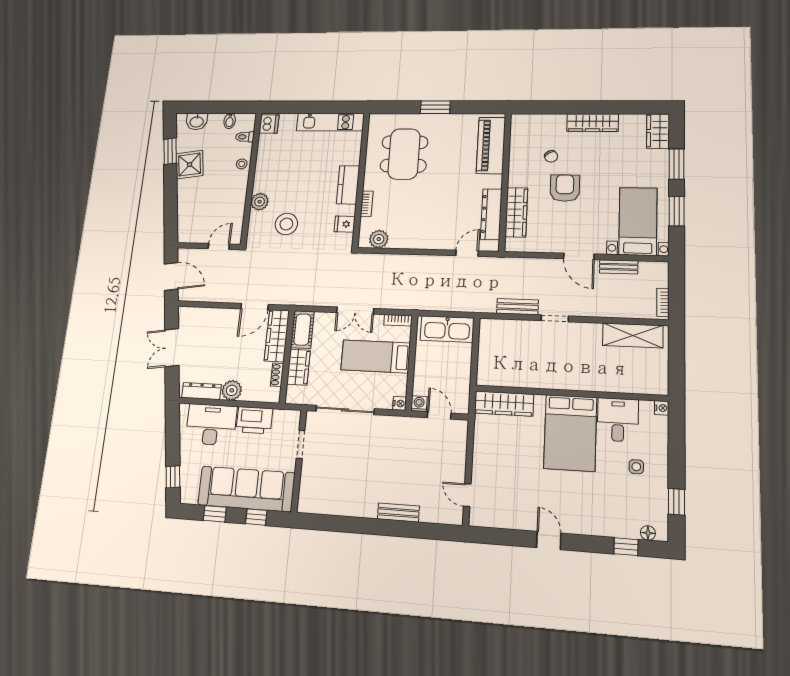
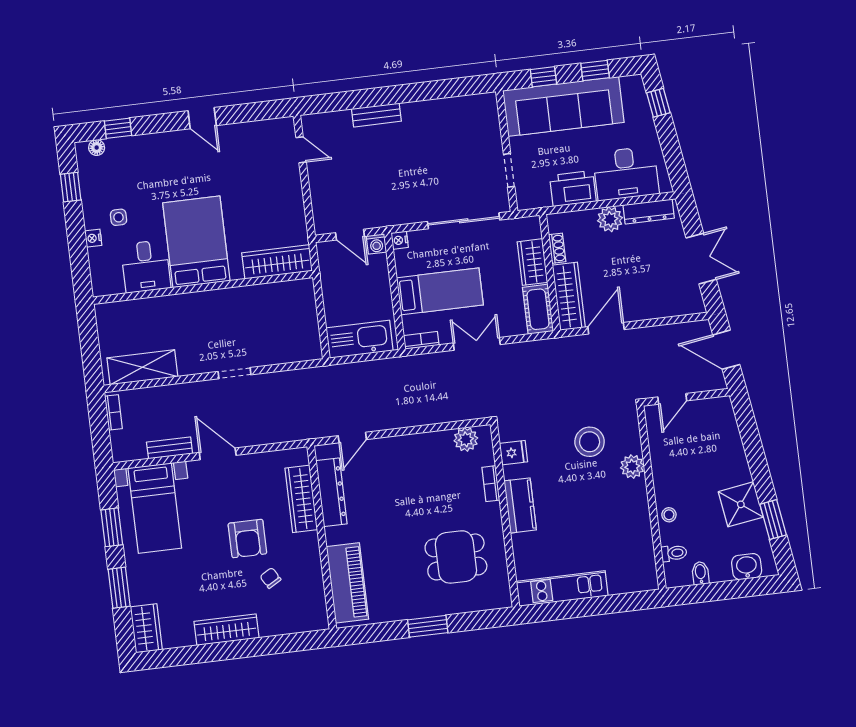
dishwasher: (269, 124) -> (645, 576), removed
dining table: (404, 154) -> (456, 557), width x0.73
bench: (517, 307) -> (280, 380), removed
nightstand: (662, 408) -> (93, 238), moved

